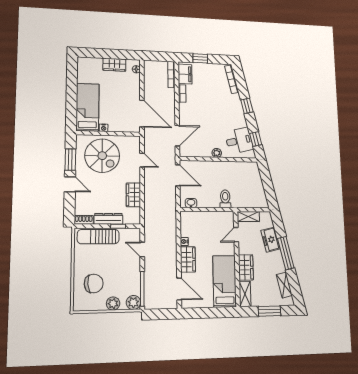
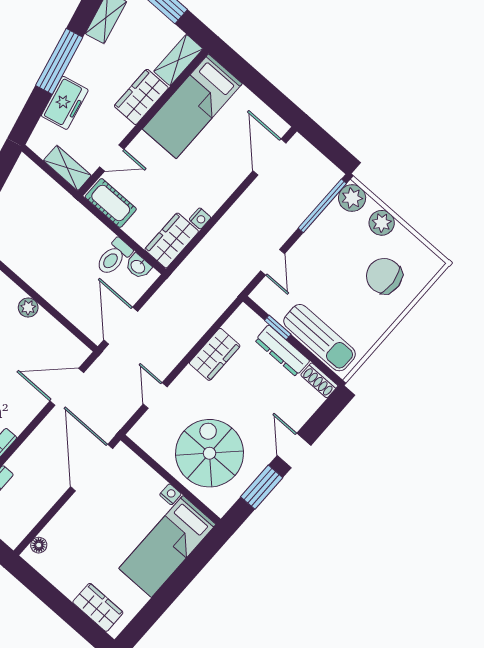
wardrobe: (114, 65) -> (98, 607), moved
toilet: (225, 199) -> (114, 257), moved
cot: (222, 218) -> (111, 203), added
wardrobe: (188, 259) -> (172, 240), moved

